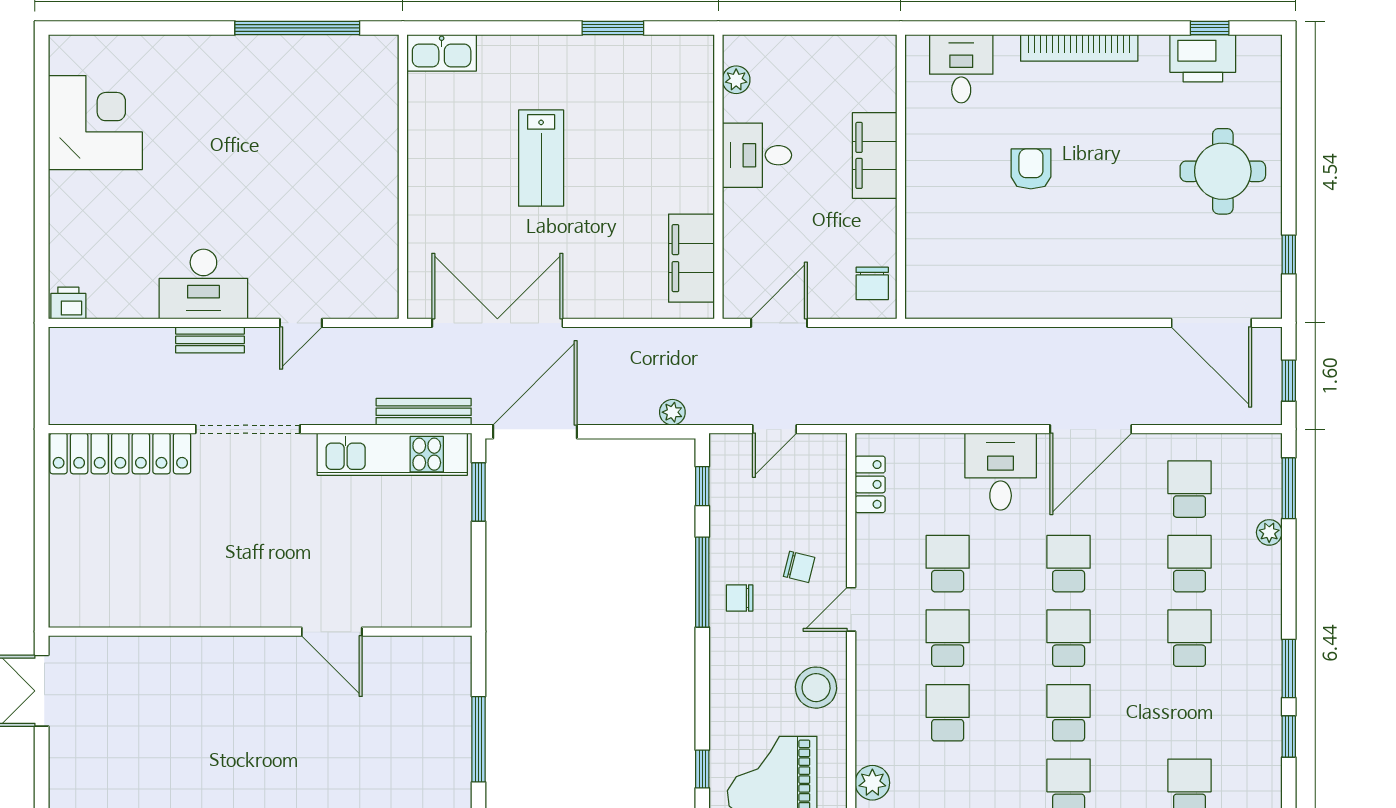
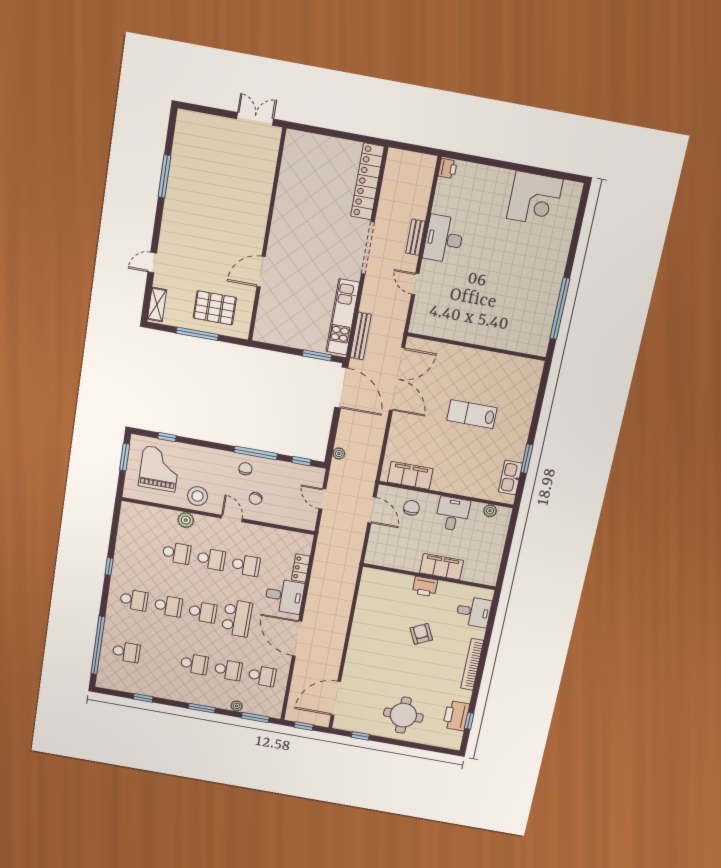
kitchen sink: (442, 53) -> (510, 478), moved
armchair: (1031, 169) -> (421, 634), turned -116
printer: (925, 182) -> (425, 587), added
chair: (872, 283) -> (411, 508), moved, turned 90
locker: (870, 484) -> (301, 568), moved, turned 90
school desk: (1069, 564) -> (237, 618), width x1.85
window: (1289, 669) -> (202, 708), moved
pallet: (420, 712) -> (215, 308), added
plant: (872, 783) -> (186, 520), moved

